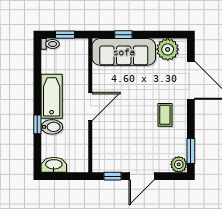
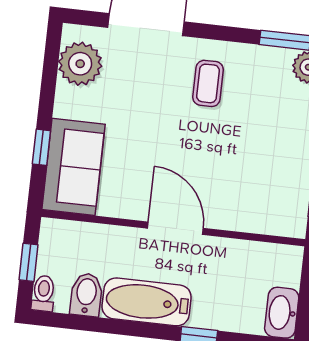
sofa: (124, 52) -> (73, 167), width x0.73
coffee table: (165, 115) -> (208, 83), turned 90
bidet: (52, 127) -> (86, 295), moved

